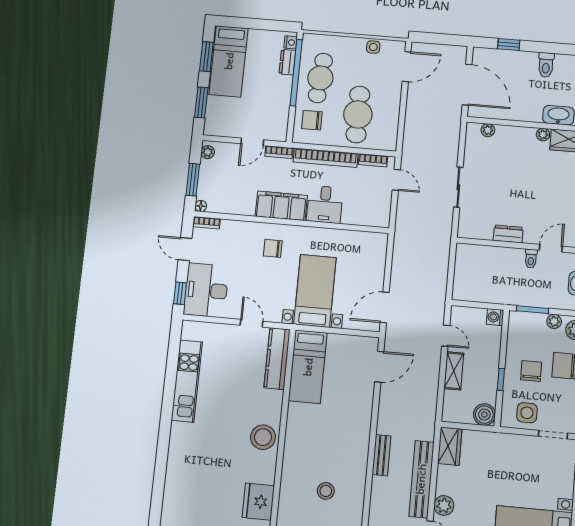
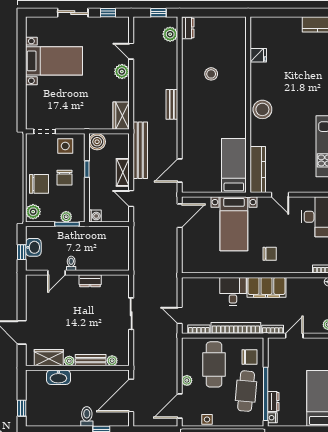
toilet: (546, 65) -> (87, 417), moved
door: (467, 85) -> (131, 396), hinge flipped
plant: (394, 97) -> (187, 380), added
bench: (515, 133) -> (91, 360), added
plant: (554, 321) -> (66, 217), moved
bench: (421, 479) -> (140, 150), moved
fridge: (258, 502) -> (258, 55), width x0.53, depth x0.75

